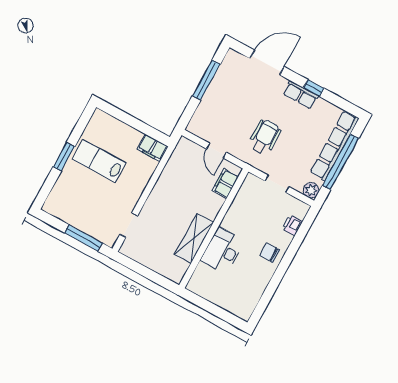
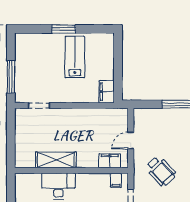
wheelchair: (265, 137) -> (161, 171), turned 47
filing cabinet: (249, 188) -> (116, 180), added

